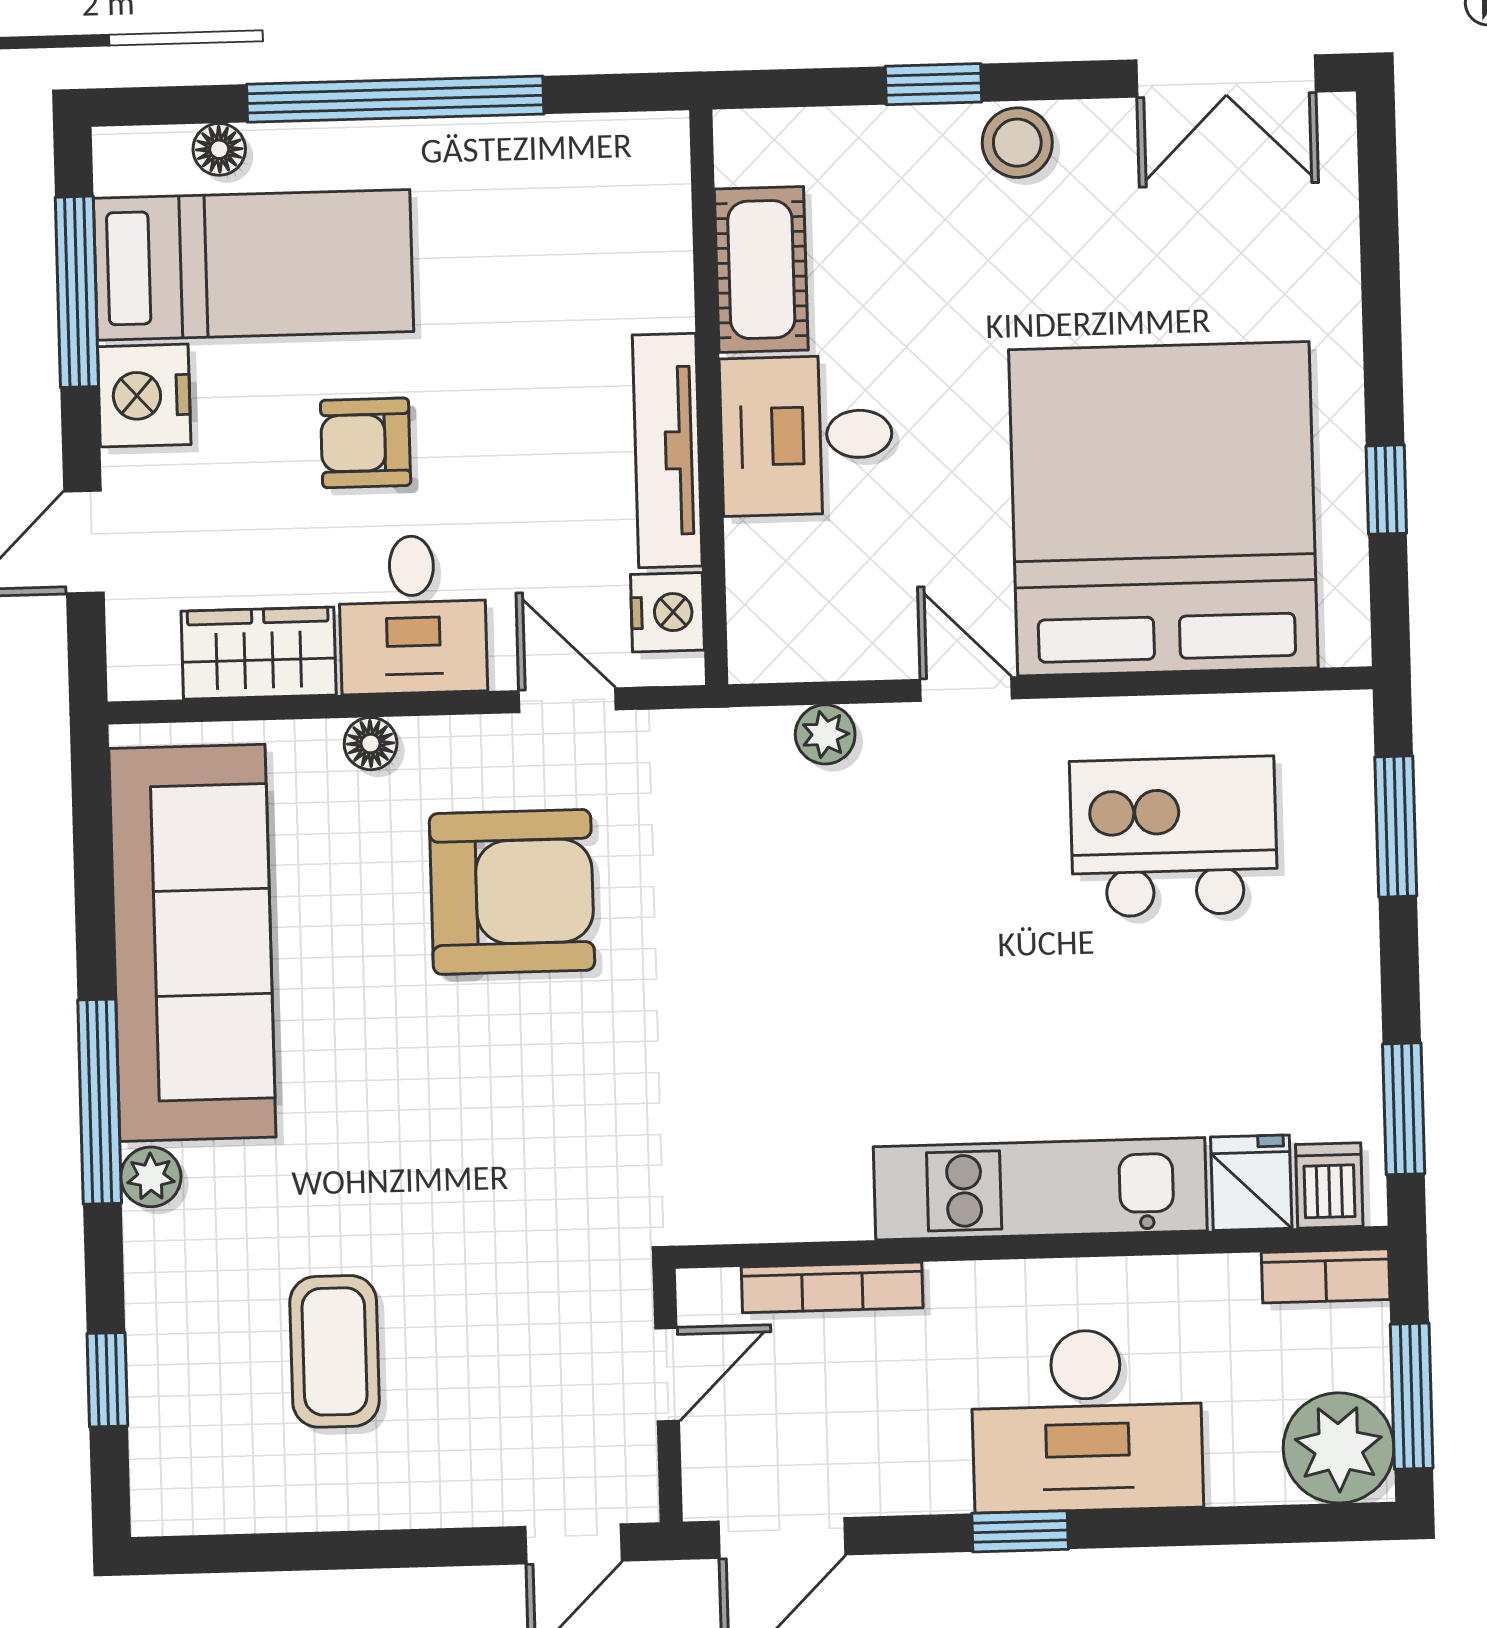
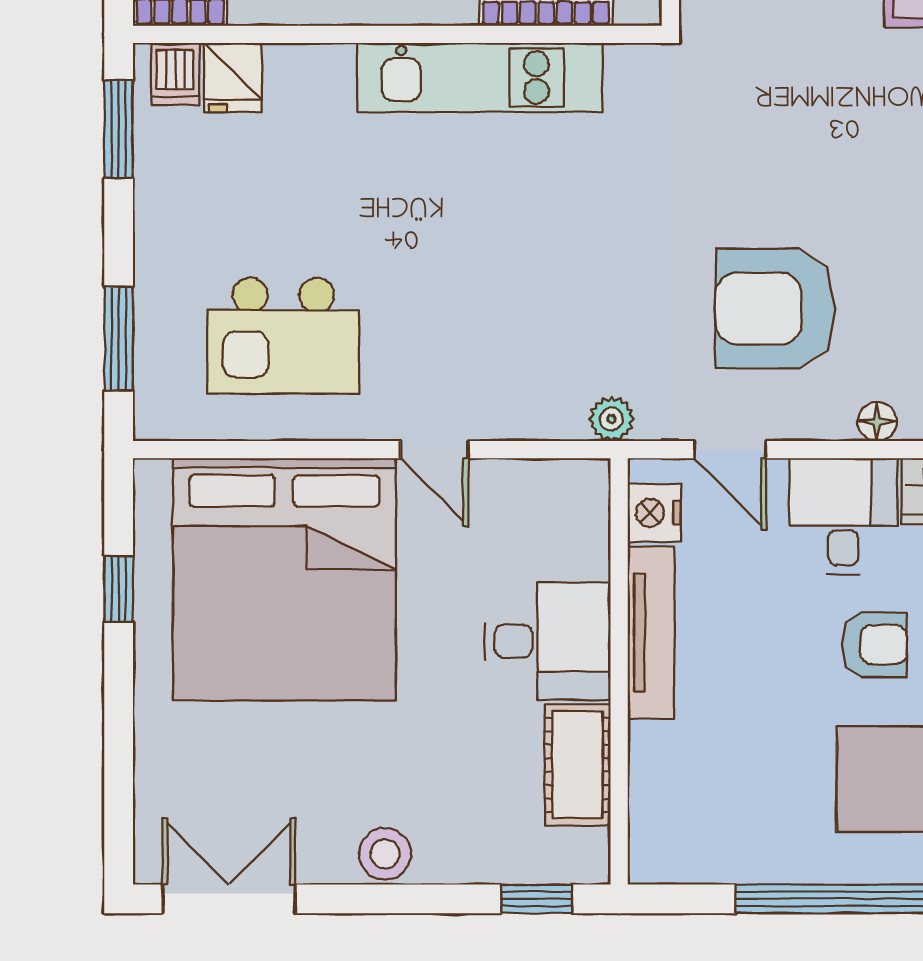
window: (933, 84) -> (536, 899), moved
plant: (825, 734) -> (611, 419), moved
kitchen unit: (1040, 1189) -> (480, 78), moved

